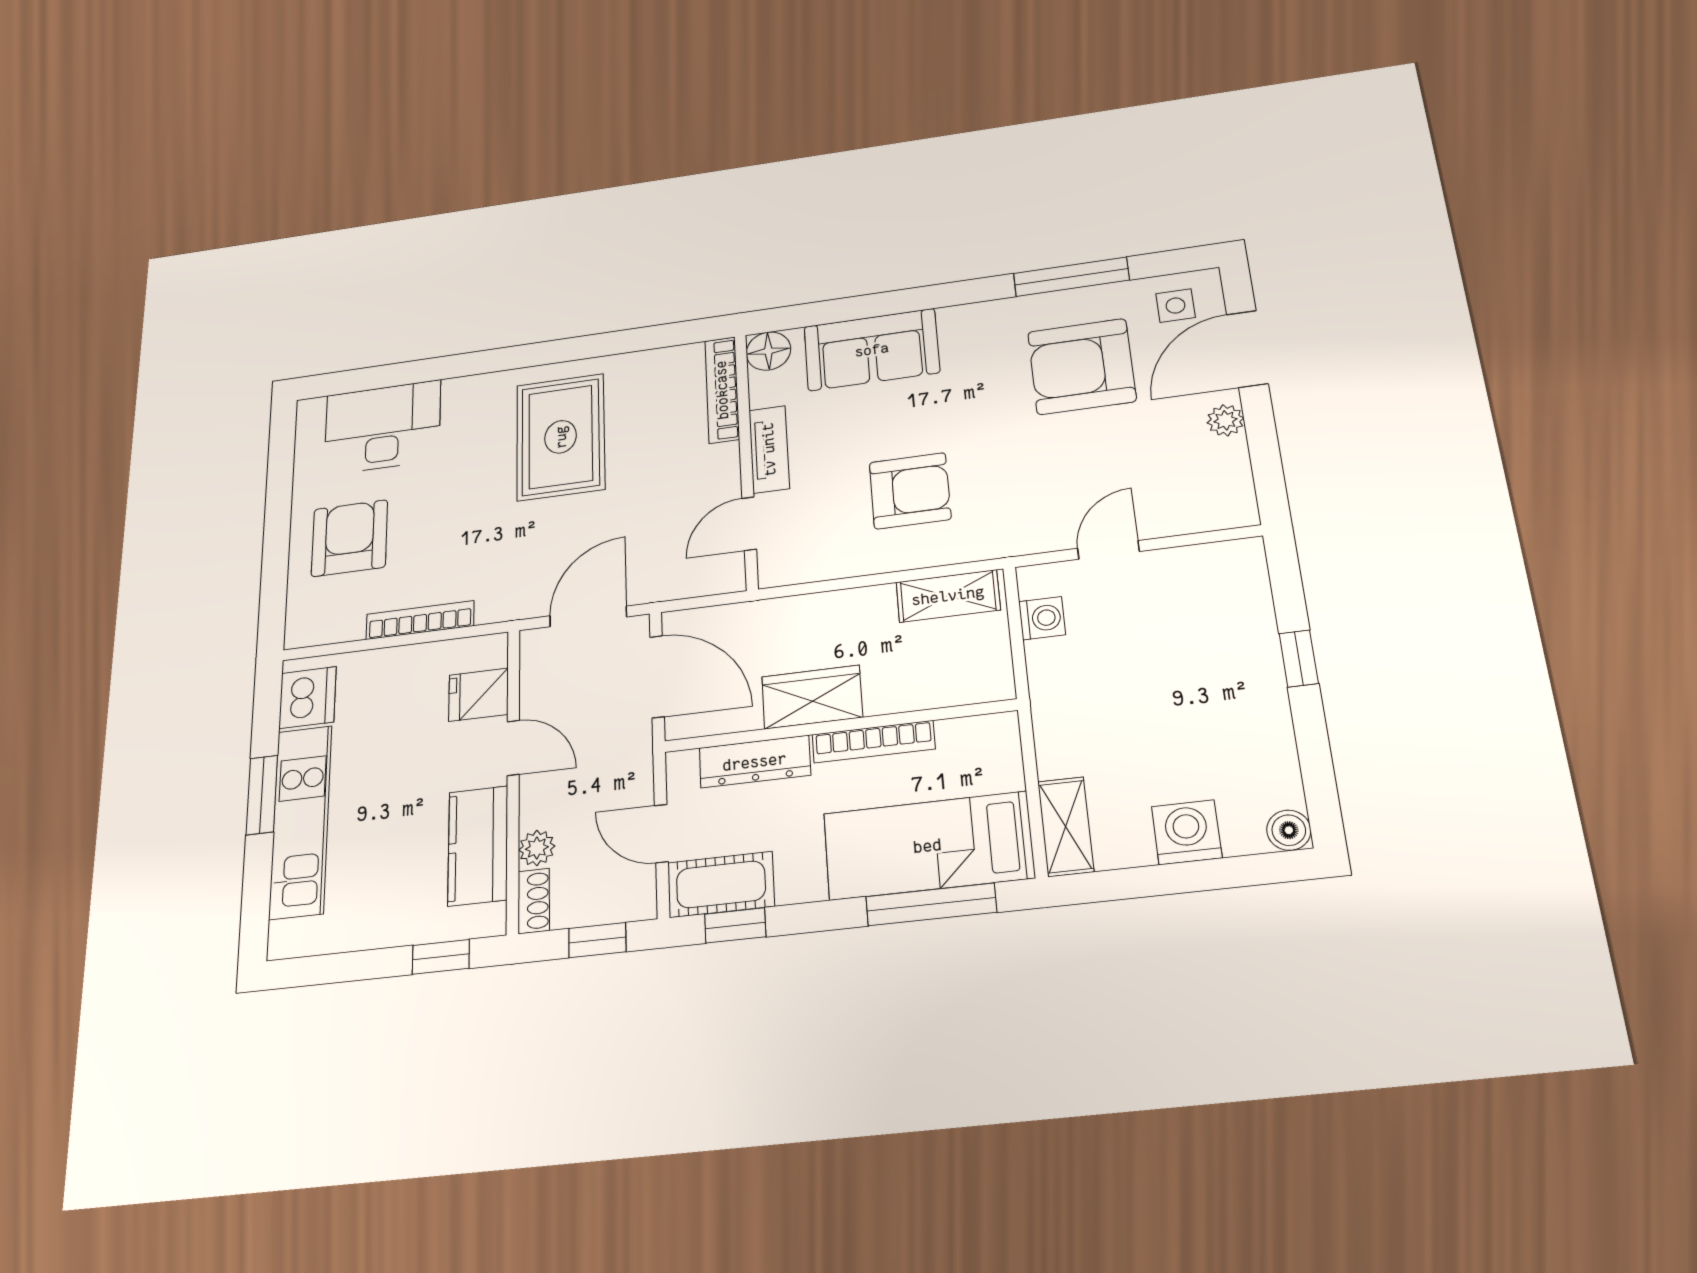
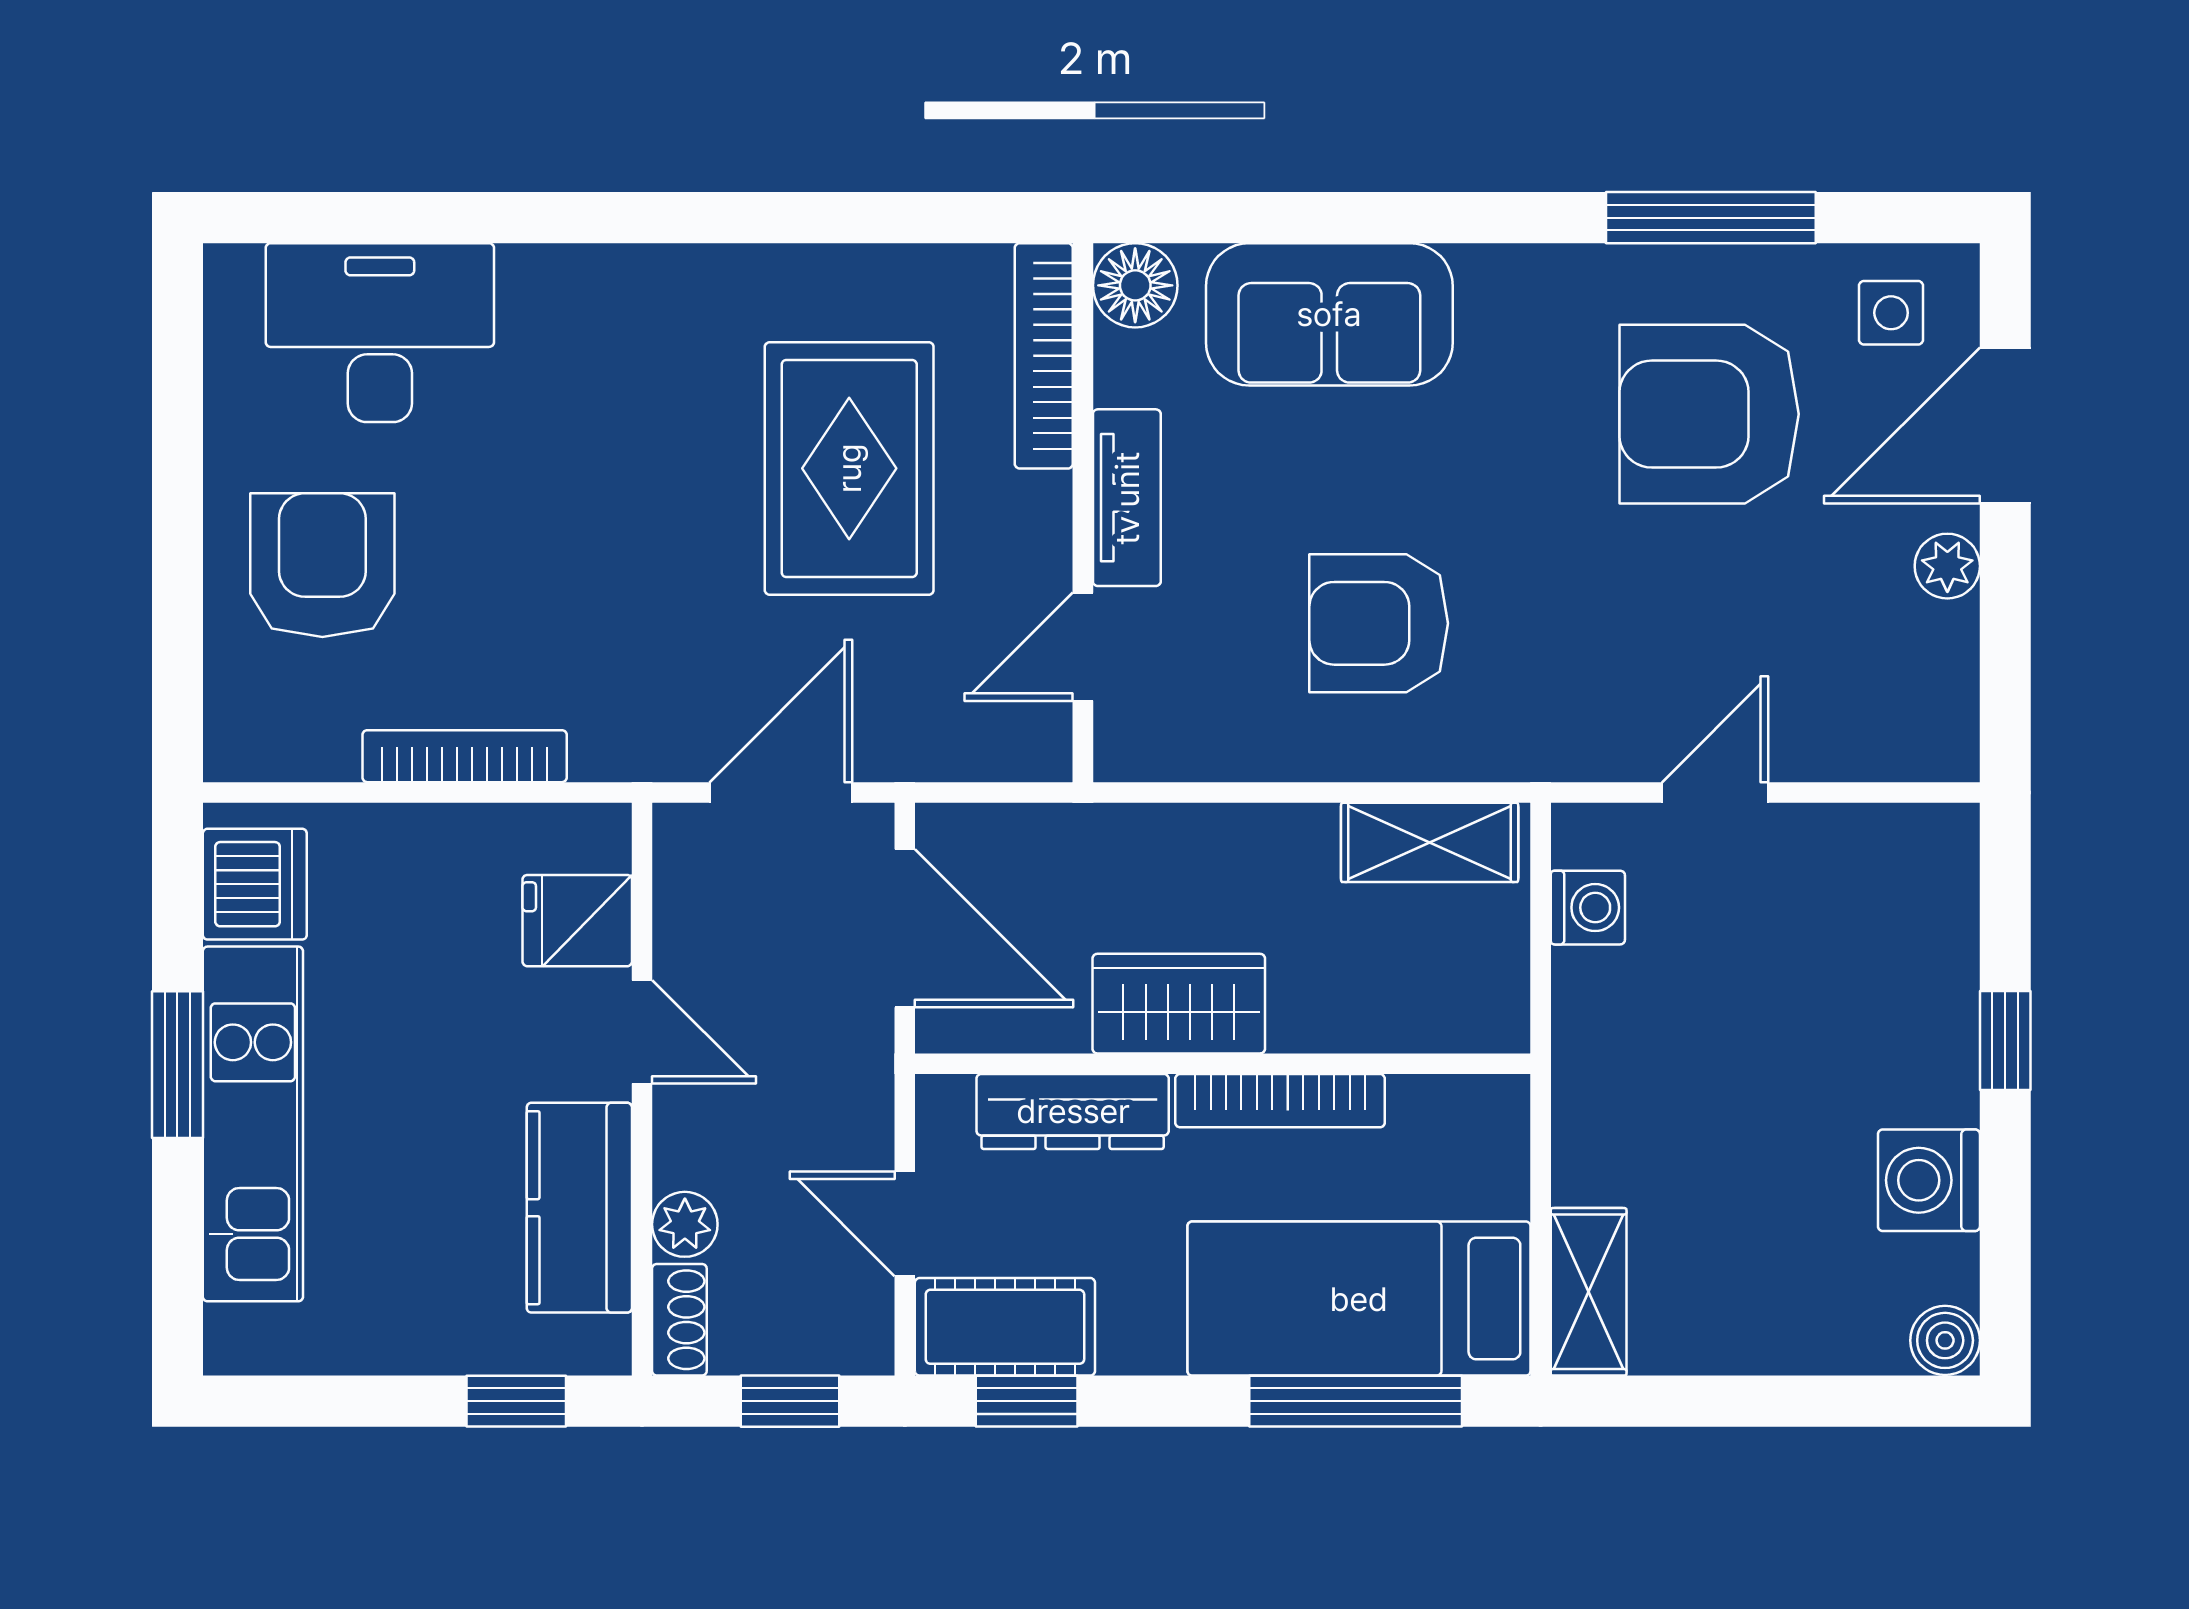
rug: (561, 437) -> (849, 468), moved
armchair: (910, 491) -> (1379, 623), turned 180
washing machine: (1187, 832) -> (1929, 1180), moved, turned -90

